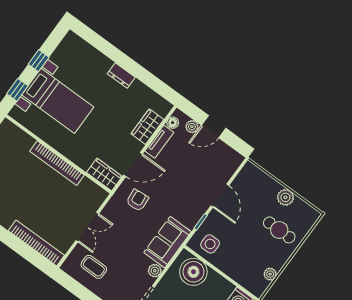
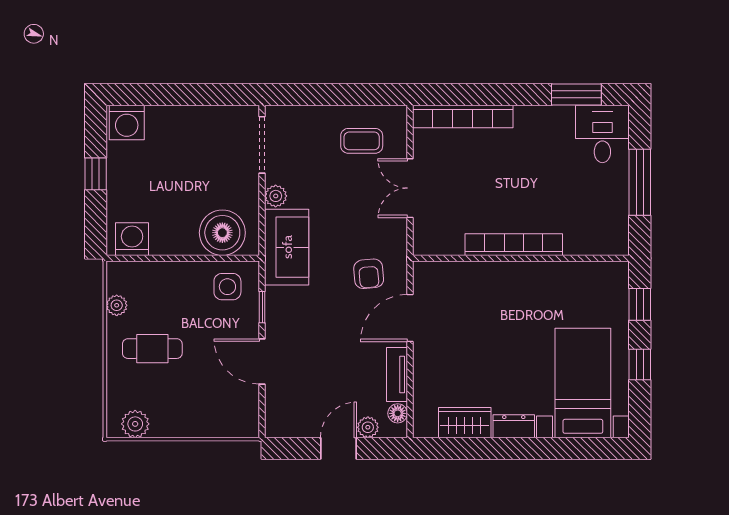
bed with nightstands: (58, 101) -> (583, 383), moved, turned 90
wardrobe: (147, 127) -> (465, 423), moved, turned -90
wardrobe: (104, 174) -> (439, 276), removed
plant: (285, 197) -> (135, 424), moved
cafe table: (279, 230) -> (152, 349), moved

